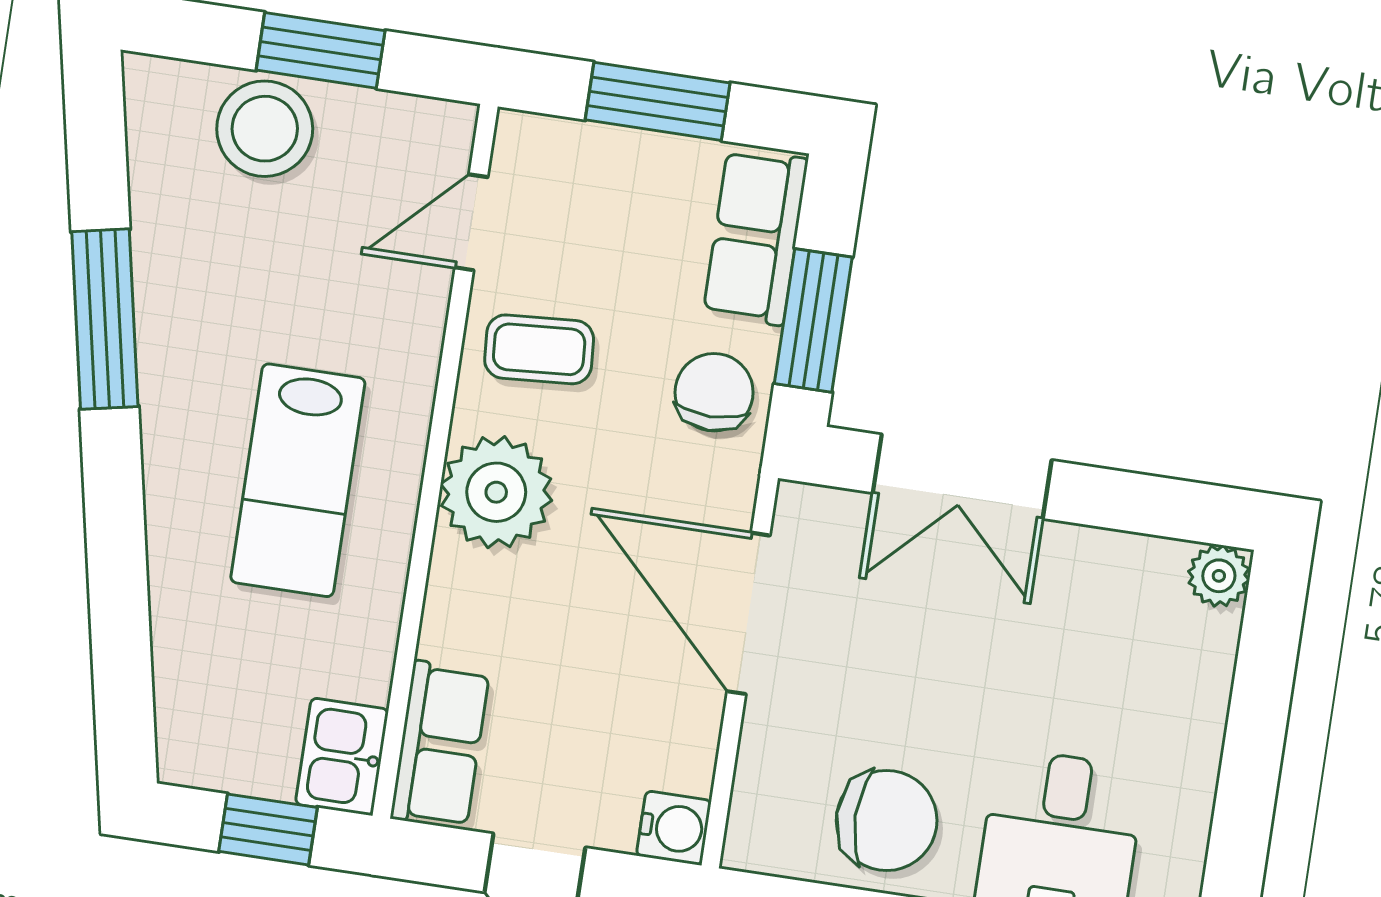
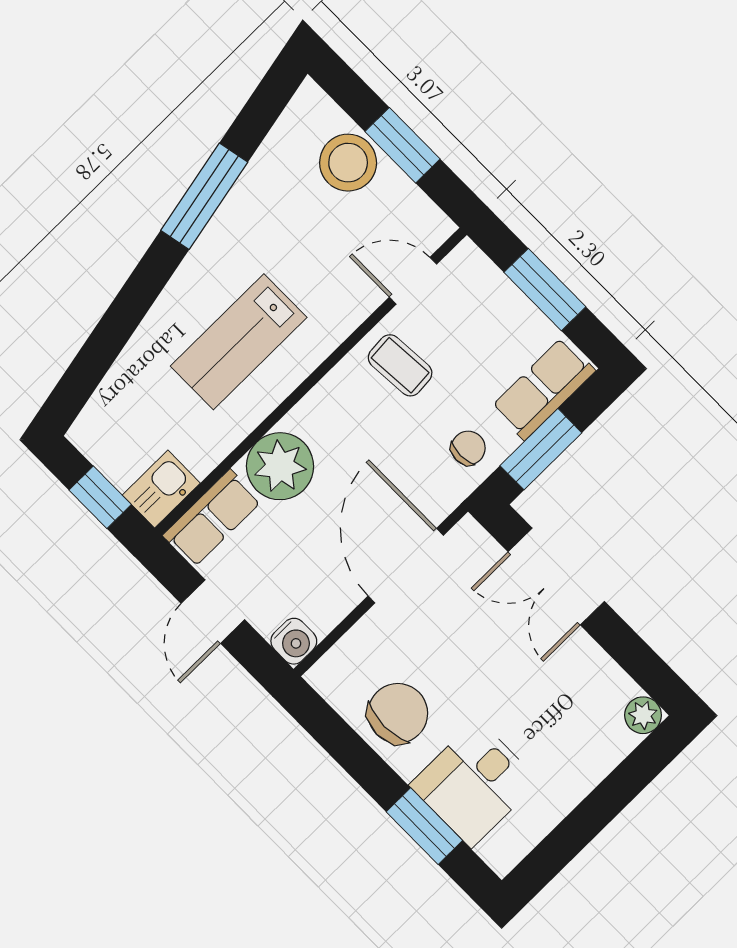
chair: (714, 392) -> (468, 448), width x0.73, depth x0.73
plant: (496, 492) -> (280, 466), moved
chair: (887, 820) -> (398, 713), turned -90

